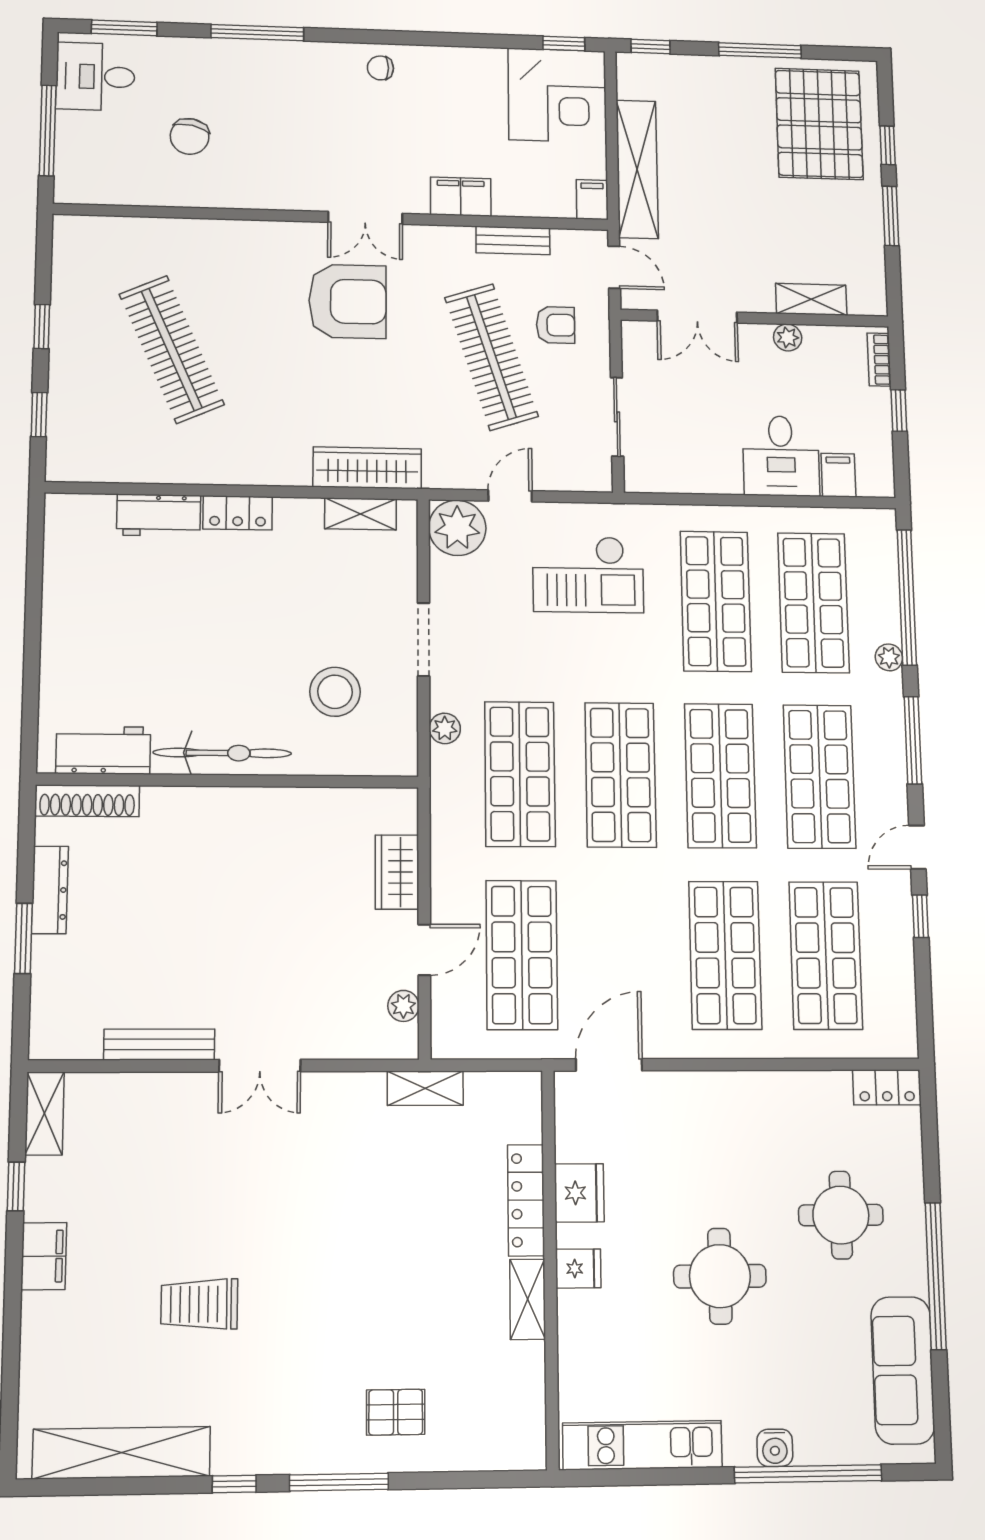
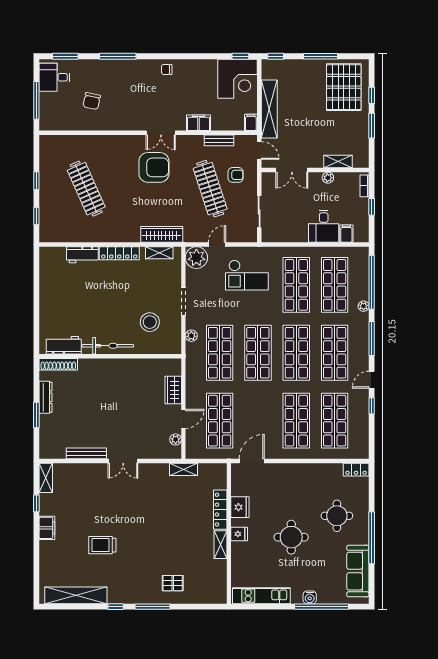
locker: (238, 513) -> (119, 253), width x1.53

